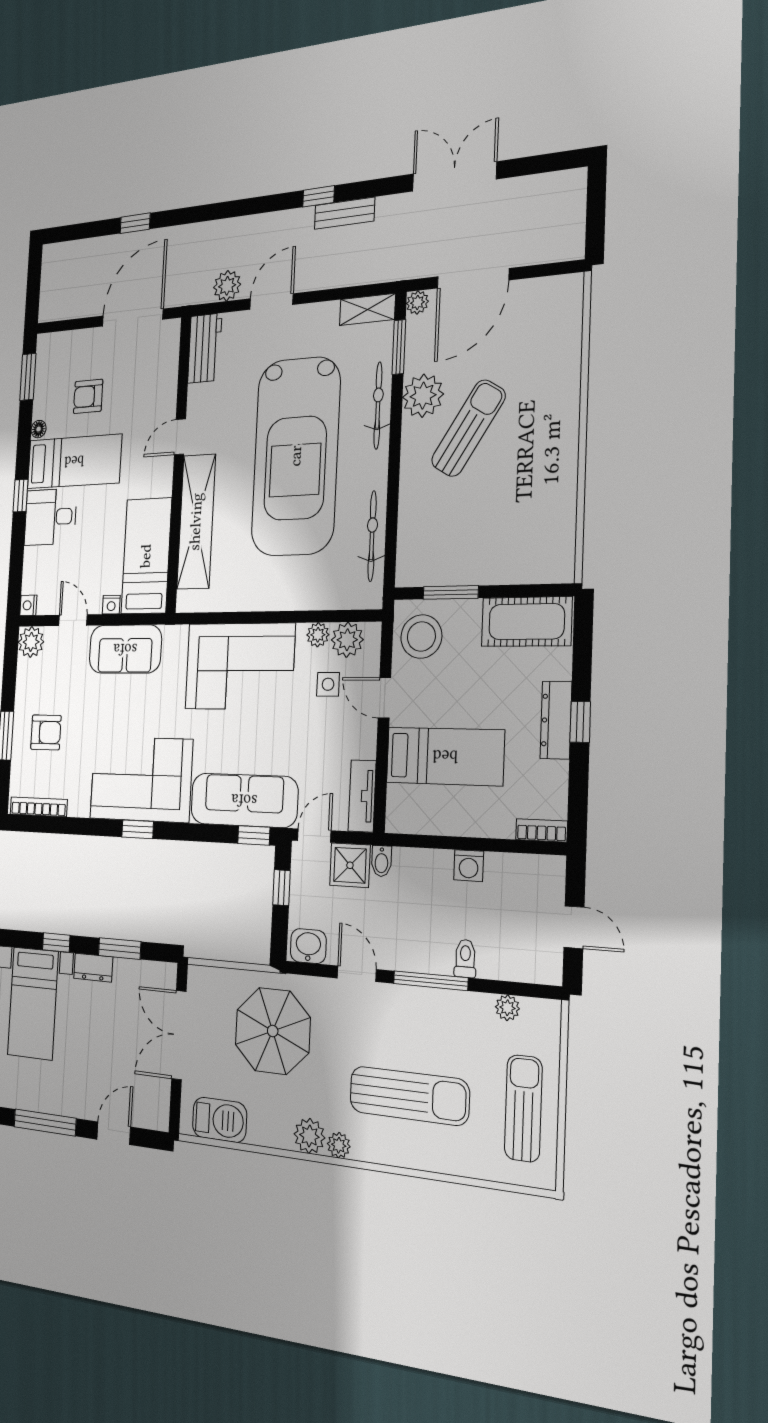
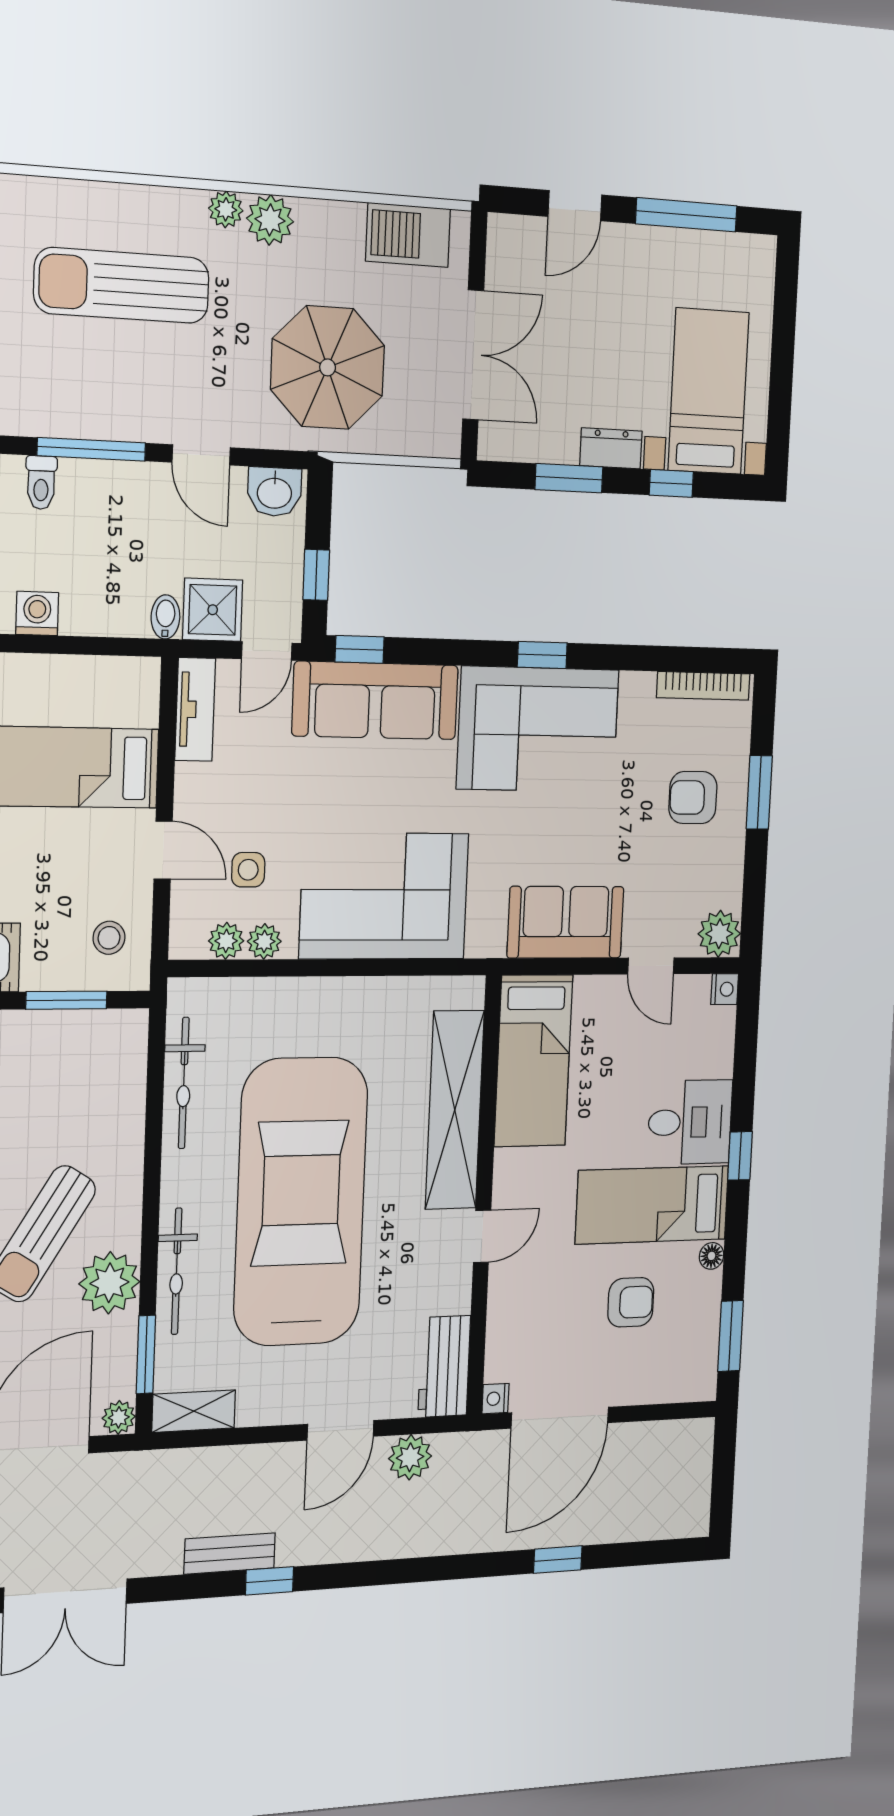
nightstand: (111, 605) -> (495, 1399), moved, turned -90
stool: (421, 637) -> (109, 938), width x0.53, depth x0.53
plant: (347, 640) -> (226, 941), width x0.73, depth x0.73

